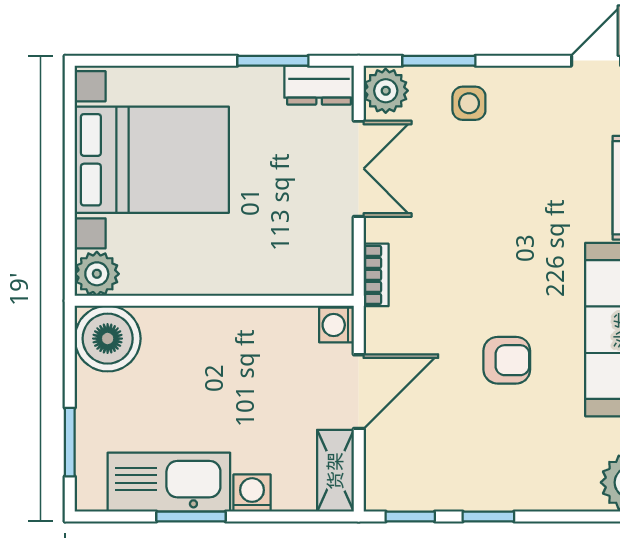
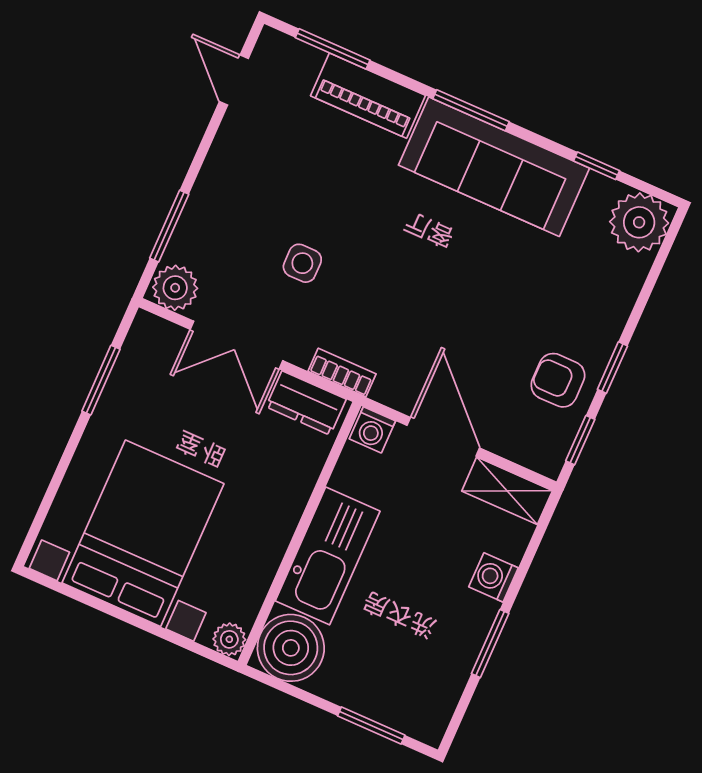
dresser: (319, 85) -> (306, 403), moved, turned 90
side table: (469, 103) -> (302, 263), moved
double door: (359, 169) -> (236, 345), swing flipped
plant: (97, 274) -> (229, 639), width x0.73, depth x0.73
armchair: (507, 360) -> (558, 380), moved, turned -90
kitchen sink: (169, 482) -> (328, 556), moved, turned 180

